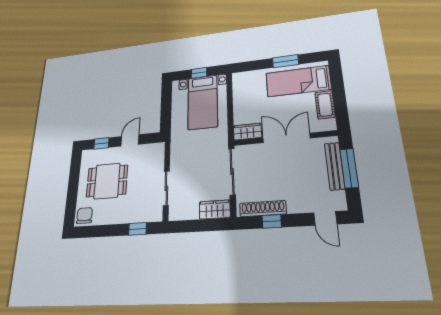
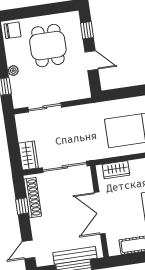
wardrobe: (247, 132) -> (116, 170), moved, turned 90
double door: (286, 138) -> (100, 213), swing flipped
plant: (123, 218) -> (13, 71), added

